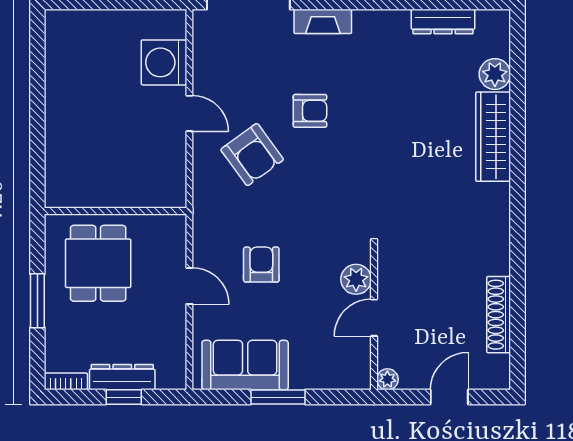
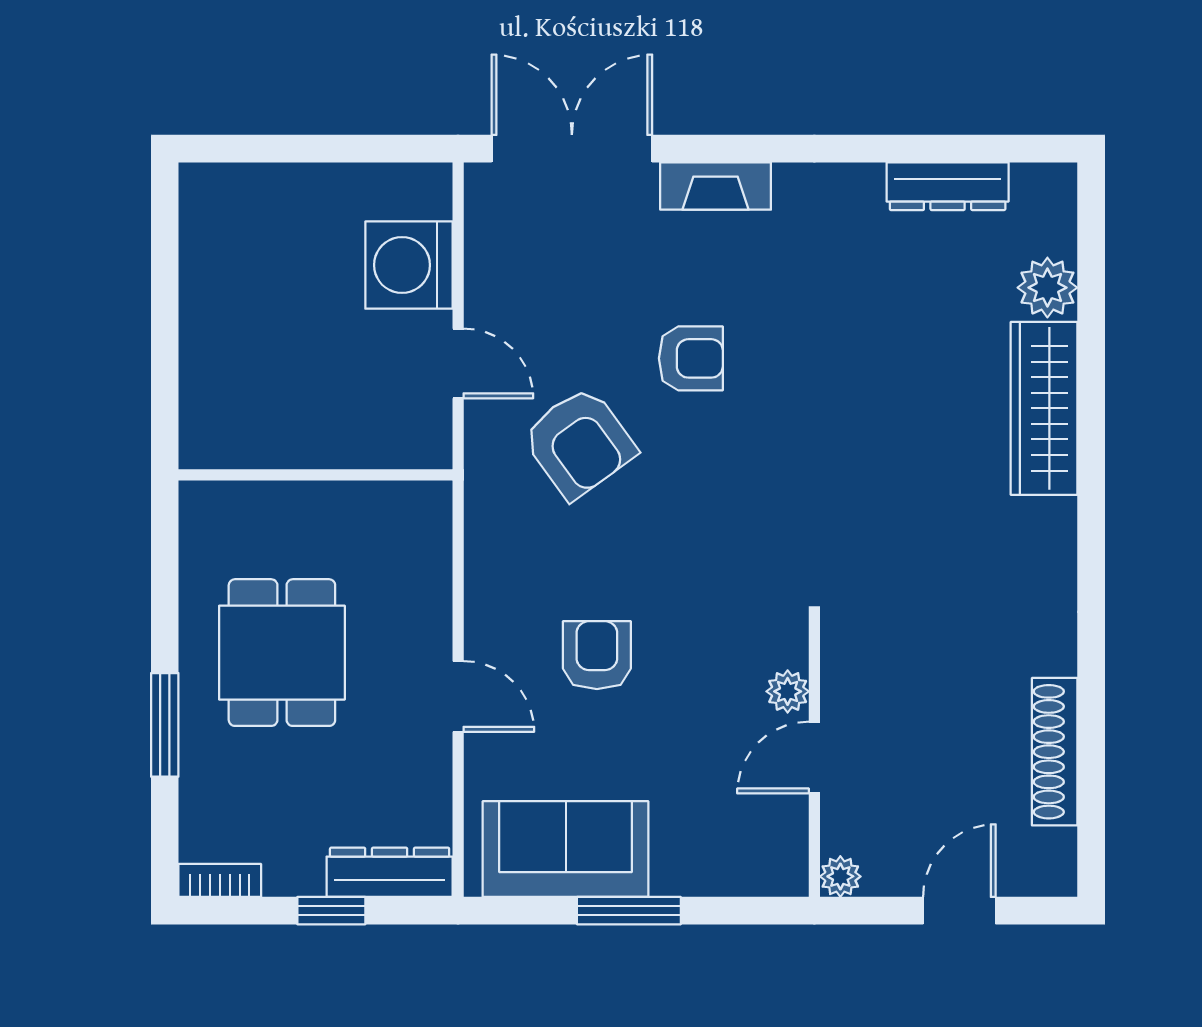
wall: (115, 211) -> (315, 475), moved
plant: (356, 279) -> (788, 691), width x0.73, depth x0.73
dresser: (122, 377) -> (390, 872), moved

